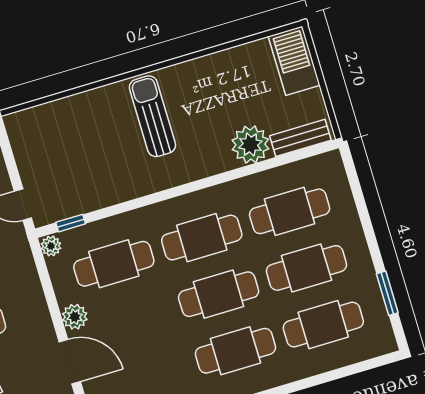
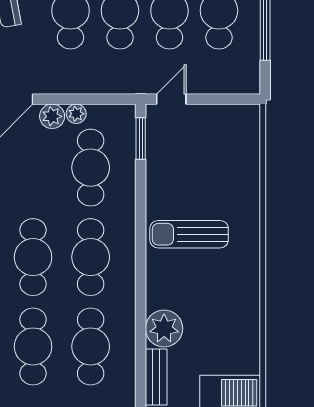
sun lounger: (152, 116) -> (189, 234), moved, turned 180
window: (71, 223) -> (141, 139), width x1.50
plant: (51, 246) -> (76, 114), moved

